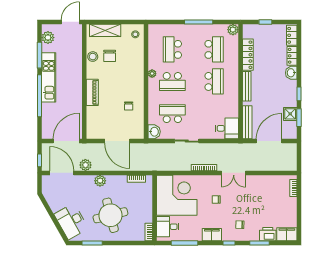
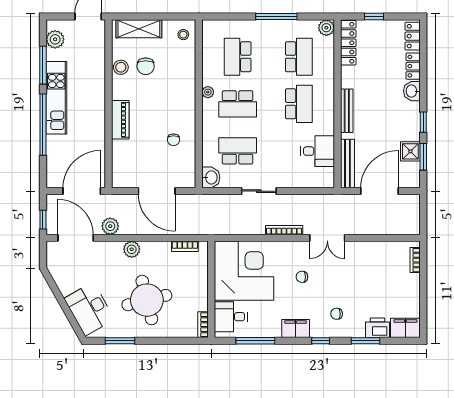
locker: (248, 55) -> (348, 43), moved
desk: (227, 128) -> (318, 151), moved

